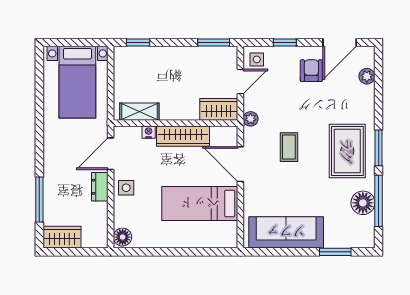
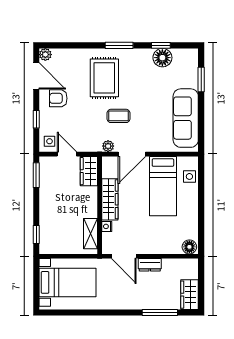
plant: (367, 76) -> (45, 55), moved
plant: (251, 119) -> (108, 146), moved
rug: (347, 151) -> (104, 78), moved, turned 90
side table: (126, 188) -> (189, 176), moved
window: (379, 201) -> (161, 45), width x0.46

